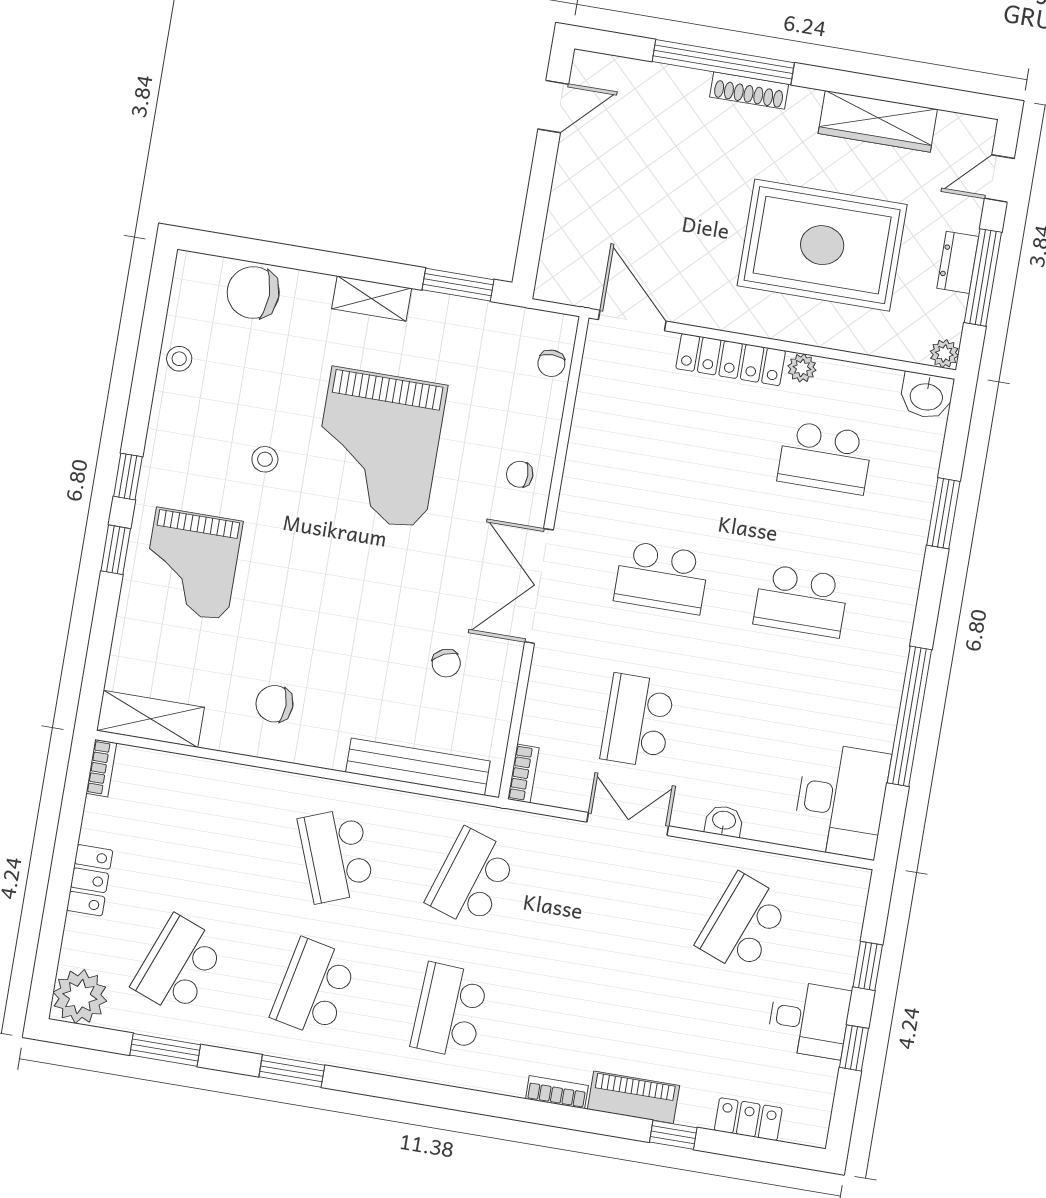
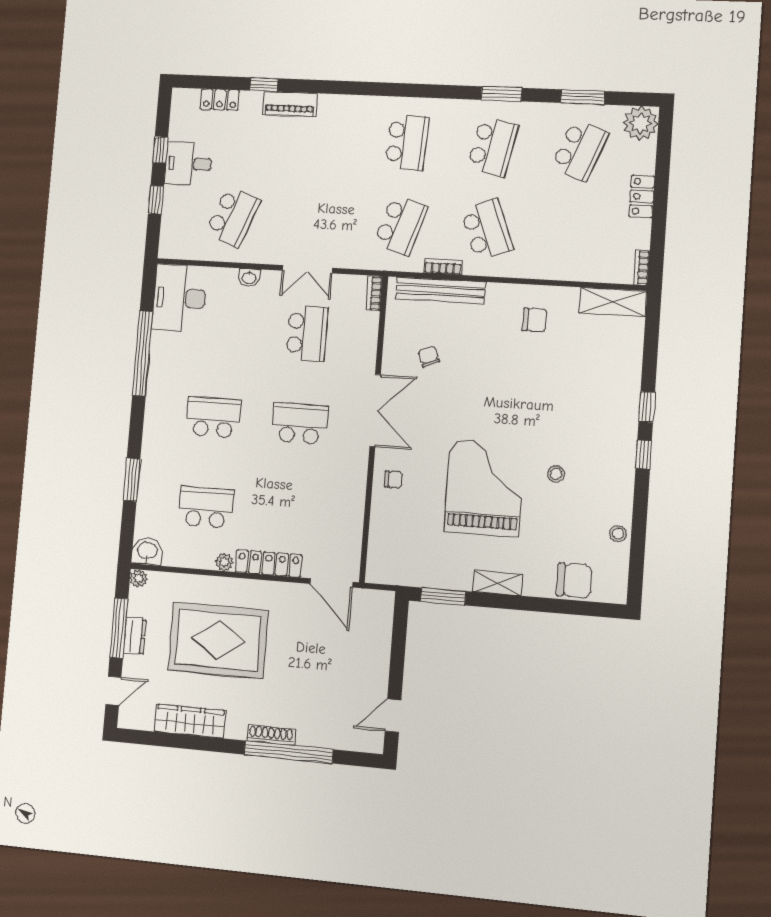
chair: (551, 363) -> (380, 551), removed
grand piano: (192, 564) -> (597, 403), removed
bookcase: (557, 1092) -> (443, 267), moved, turned 180

